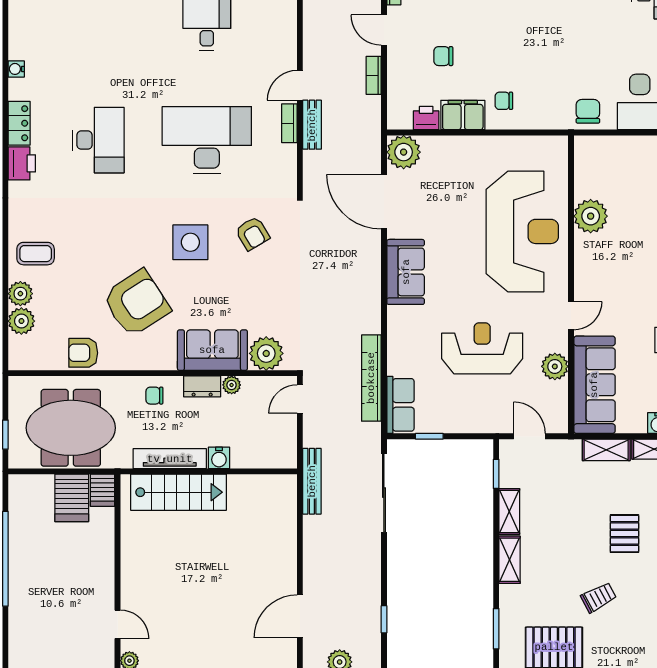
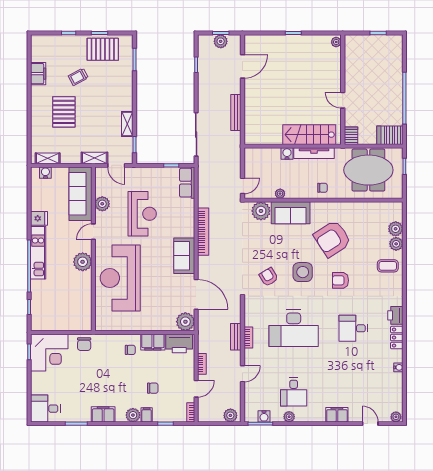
door: (384, 30) -> (196, 389), hinge flipped
chair: (443, 56) -> (153, 388), moved
door: (300, 85) -> (242, 374), moved
printer: (426, 118) -> (179, 343), width x1.87, depth x1.48
desk: (98, 140) -> (353, 328), width x0.73
plant: (591, 216) -> (83, 262), moved
reception desk: (482, 348) -> (142, 214), turned -90
armchair: (83, 353) -> (340, 280), moved, turned 180
bookcase: (371, 378) -> (203, 232), moved
dresser: (202, 386) -> (296, 193), removed
shelving: (606, 450) -> (94, 158), moved
bench: (312, 481) -> (236, 112), moved
server rack: (72, 498) -> (390, 135), moved, turned -90
pallet: (624, 534) -> (64, 112), width x1.50, depth x1.42
shelving: (510, 560) -> (127, 98), removed
door: (118, 624) -> (343, 100), moved

